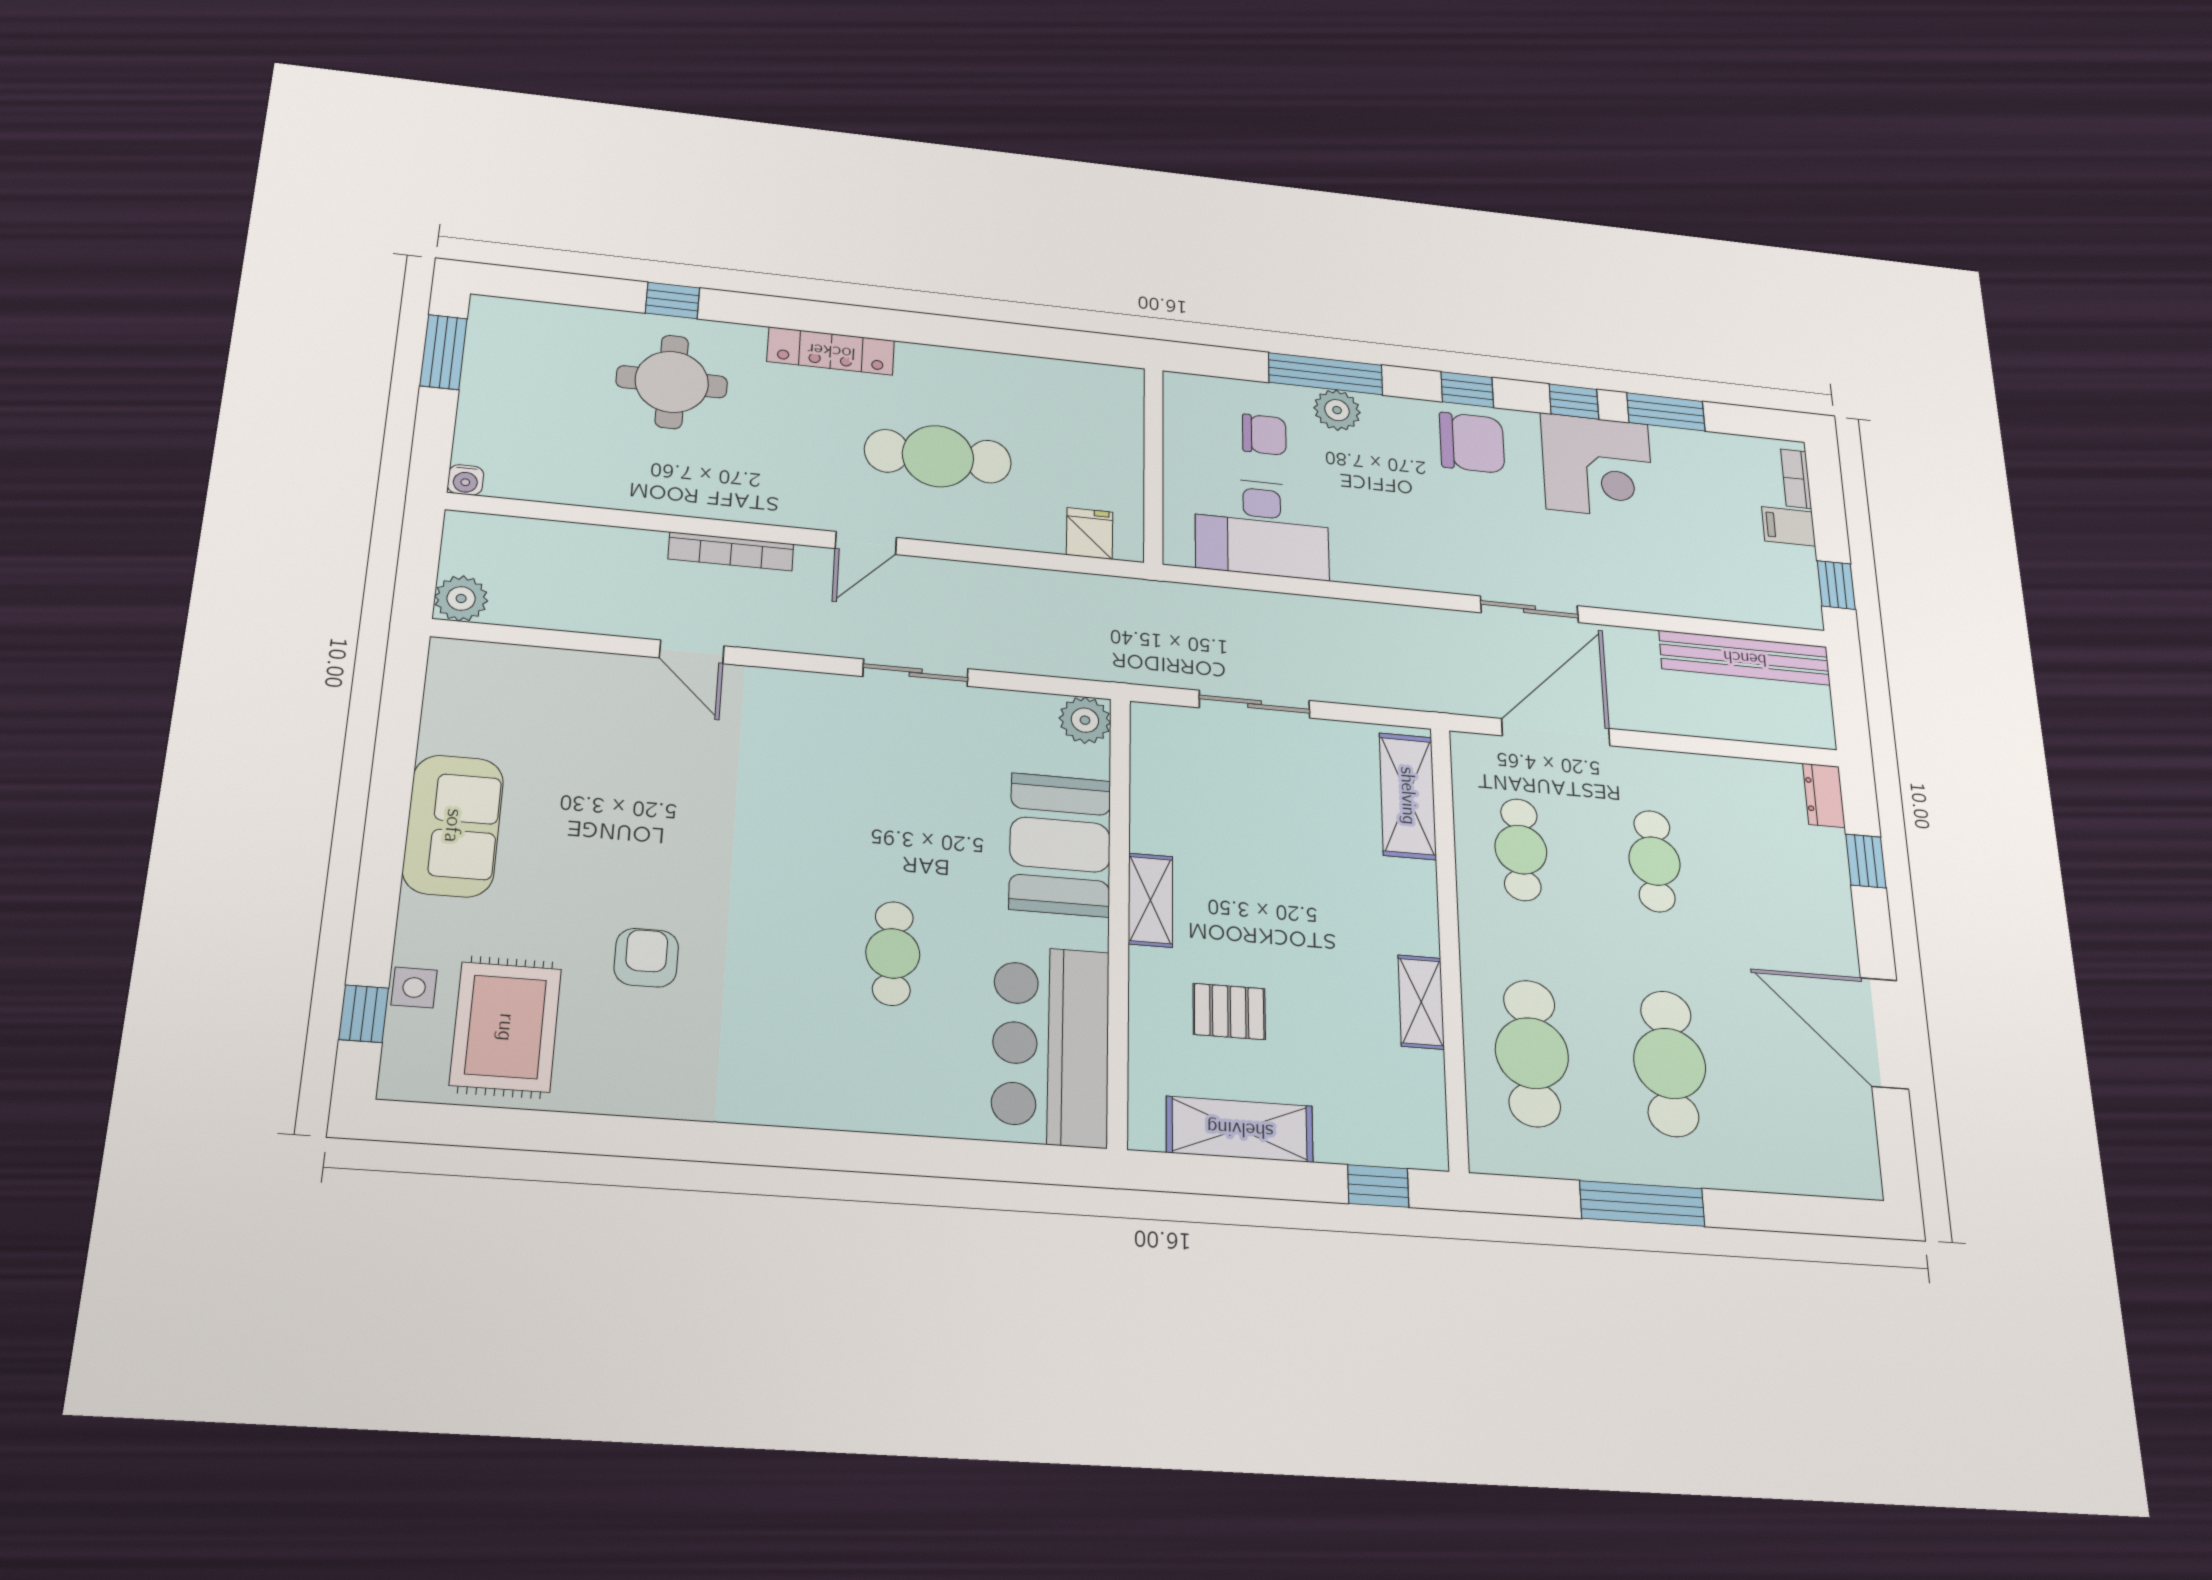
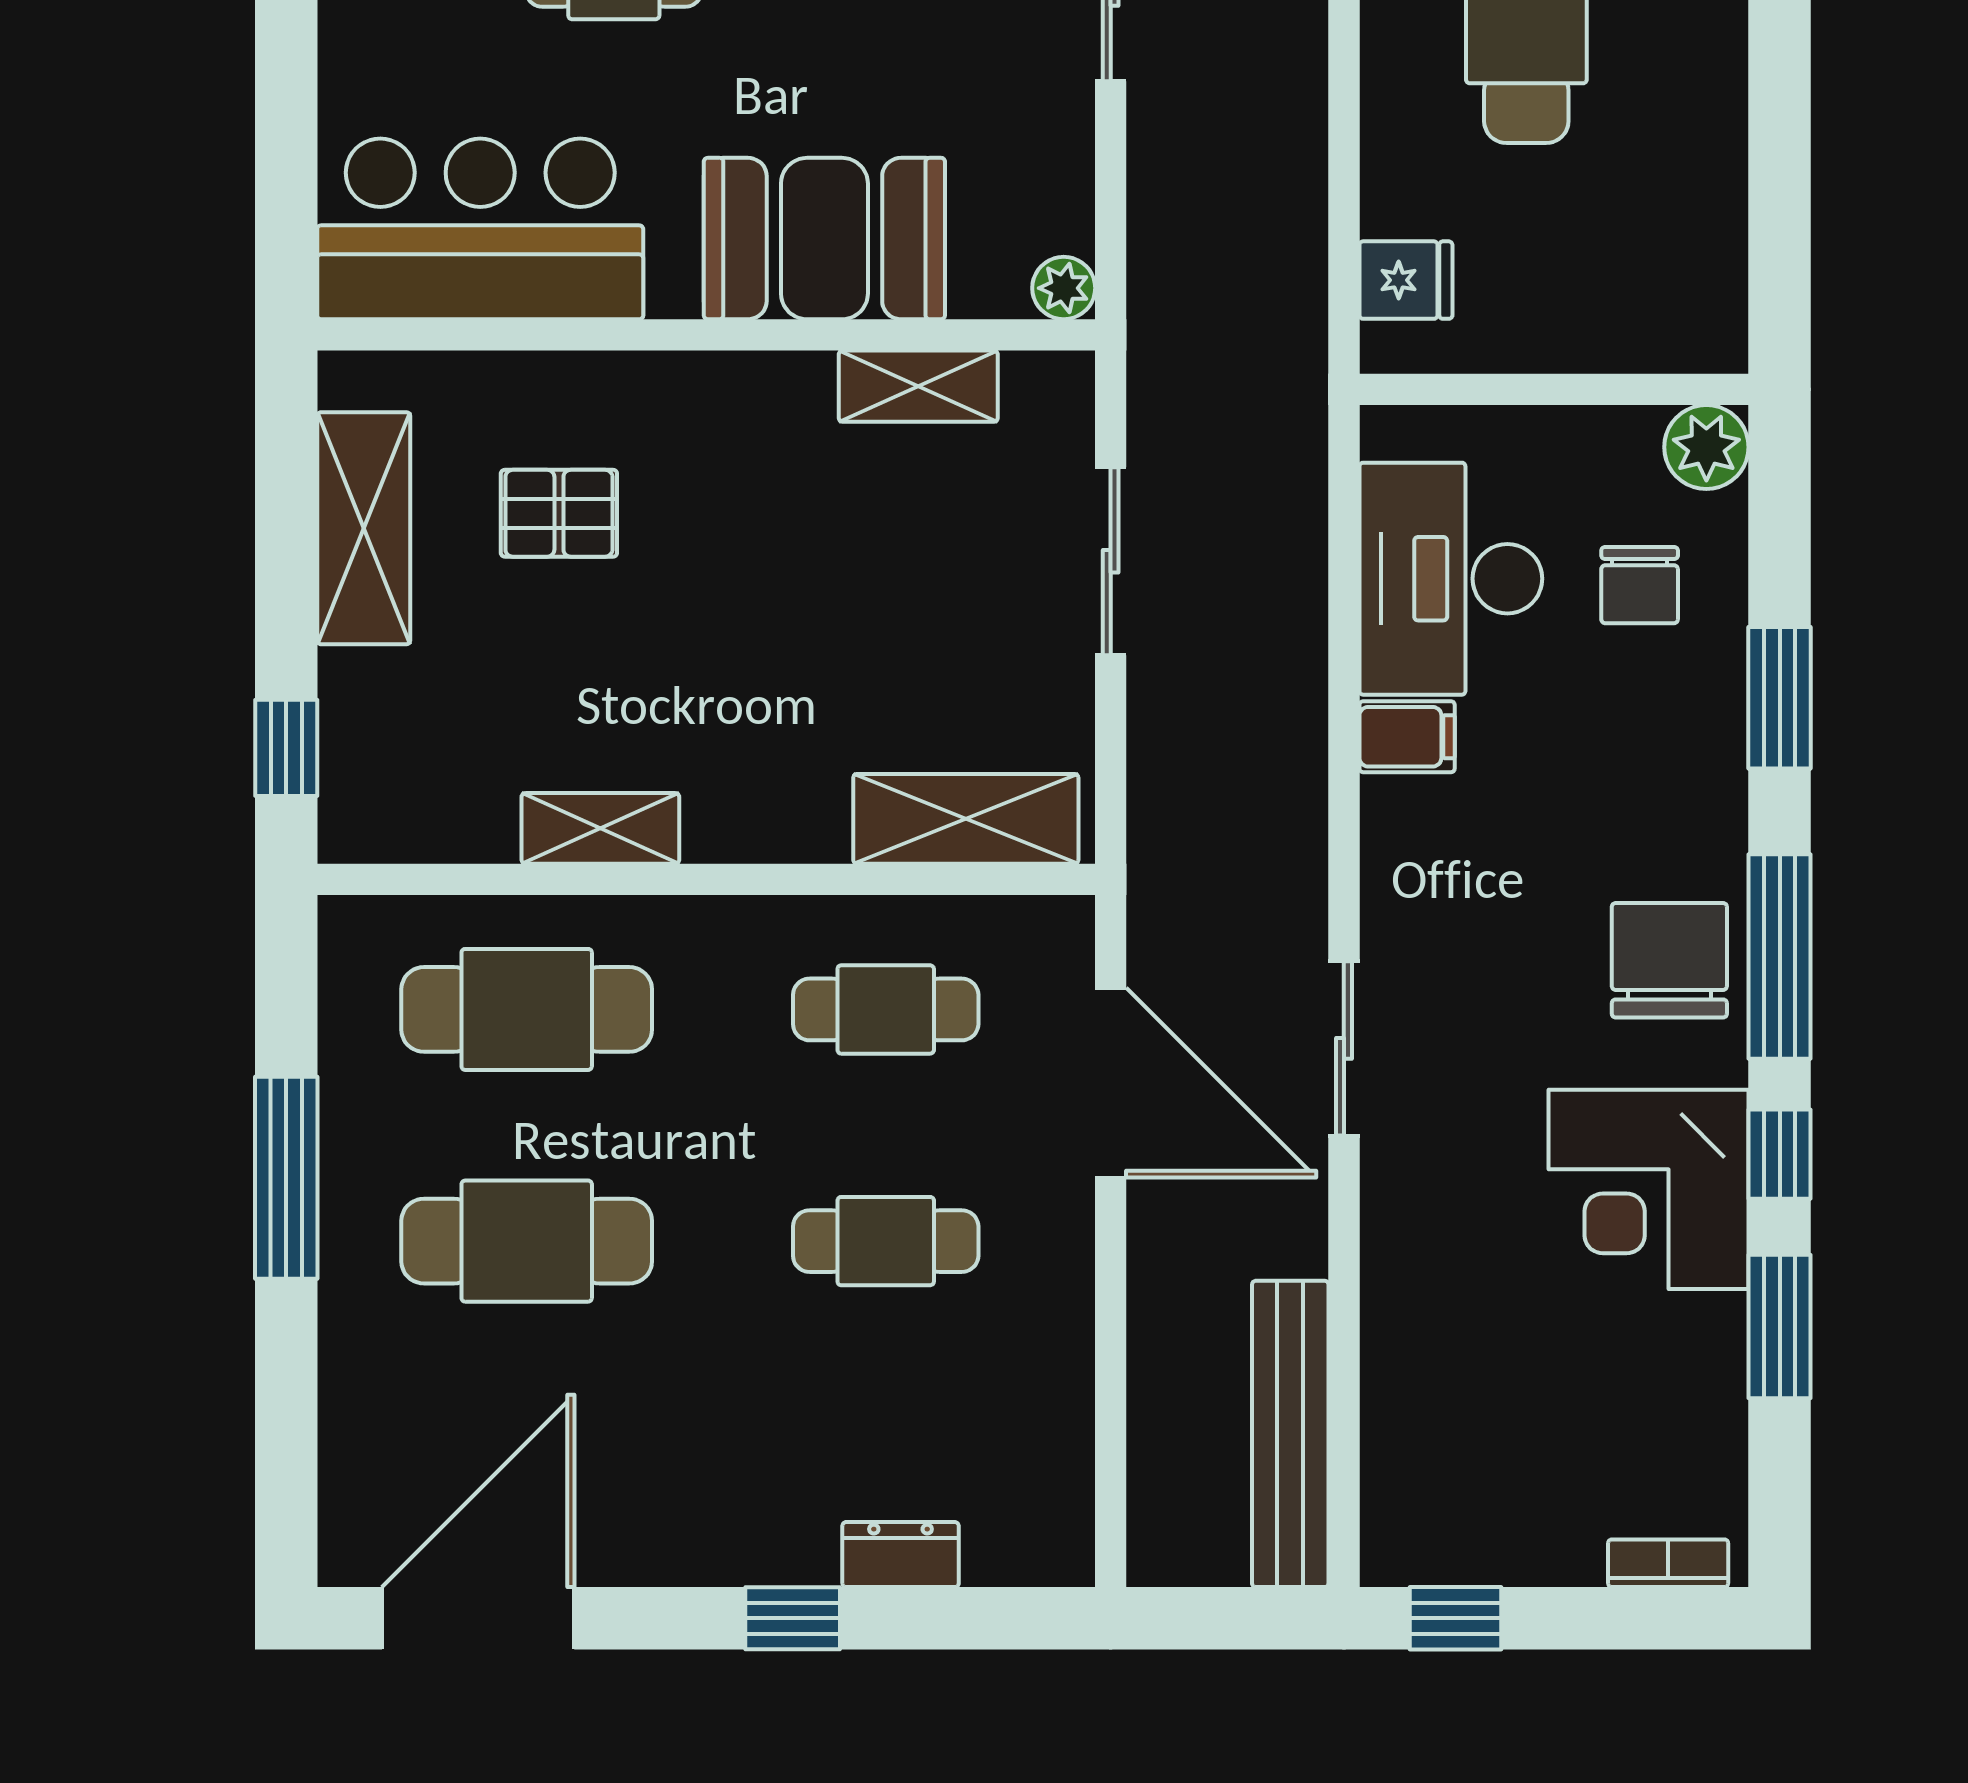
window: (1326, 374) -> (1780, 698), width x0.69
window: (1467, 390) -> (1780, 957), width x2.17
plant: (1337, 410) -> (1706, 447), moved
chair: (1472, 443) -> (1669, 960), turned 180
filing cabinet: (1789, 526) -> (1407, 737), moved, turned 90
plant: (1085, 720) -> (1064, 288), width x0.73, depth x0.73
dresser: (1824, 795) -> (901, 1555), moved
window: (1866, 861) -> (793, 1618), moved
shelving: (1150, 900) -> (918, 386), moved
pallet: (1229, 1012) -> (559, 513), turned 90
door: (1884, 1033) -> (478, 1618), moved

